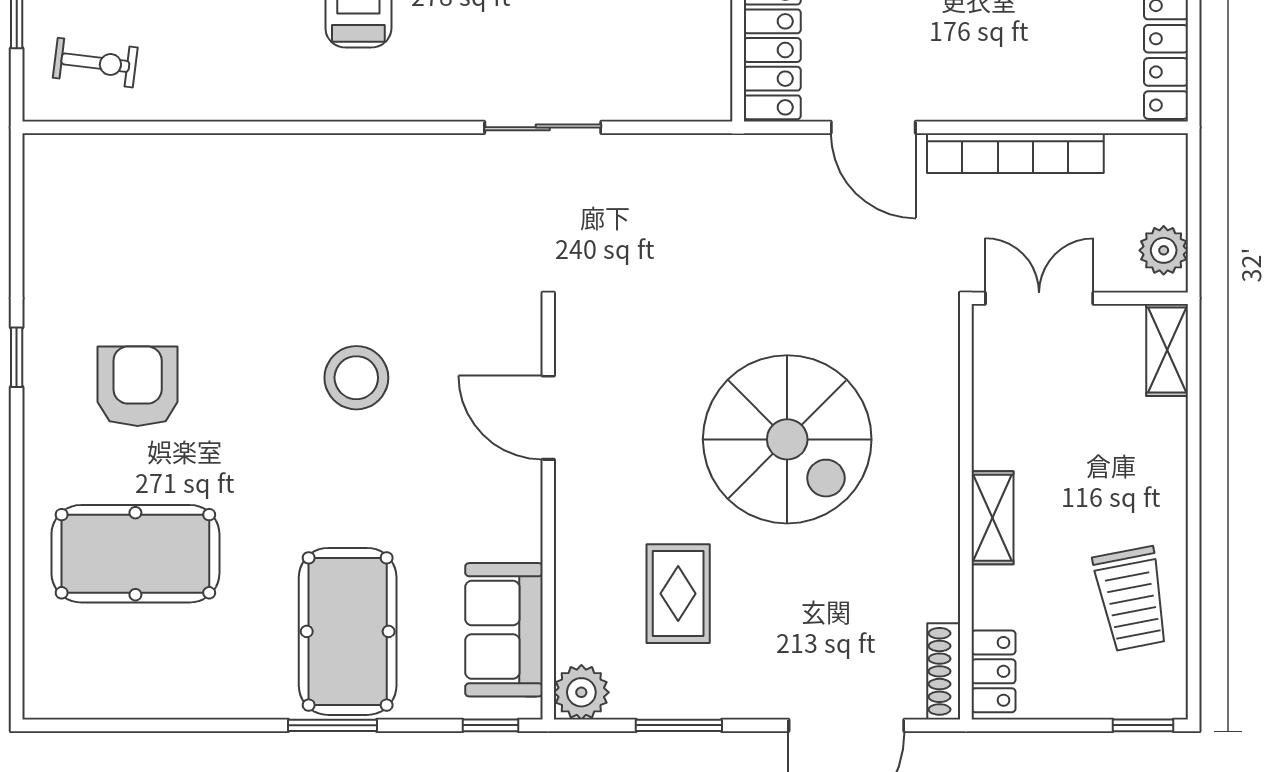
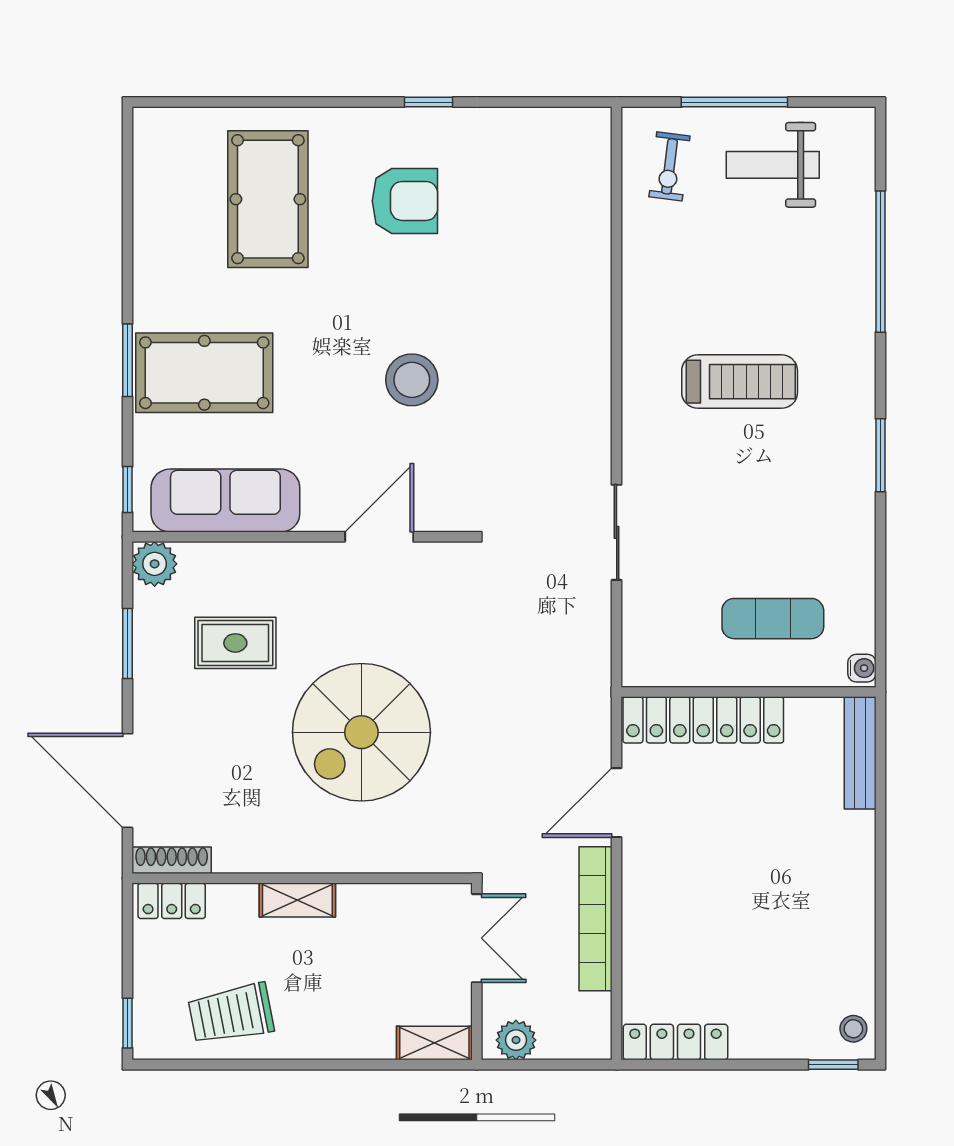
sofa: (504, 630) -> (225, 501), width x1.36

